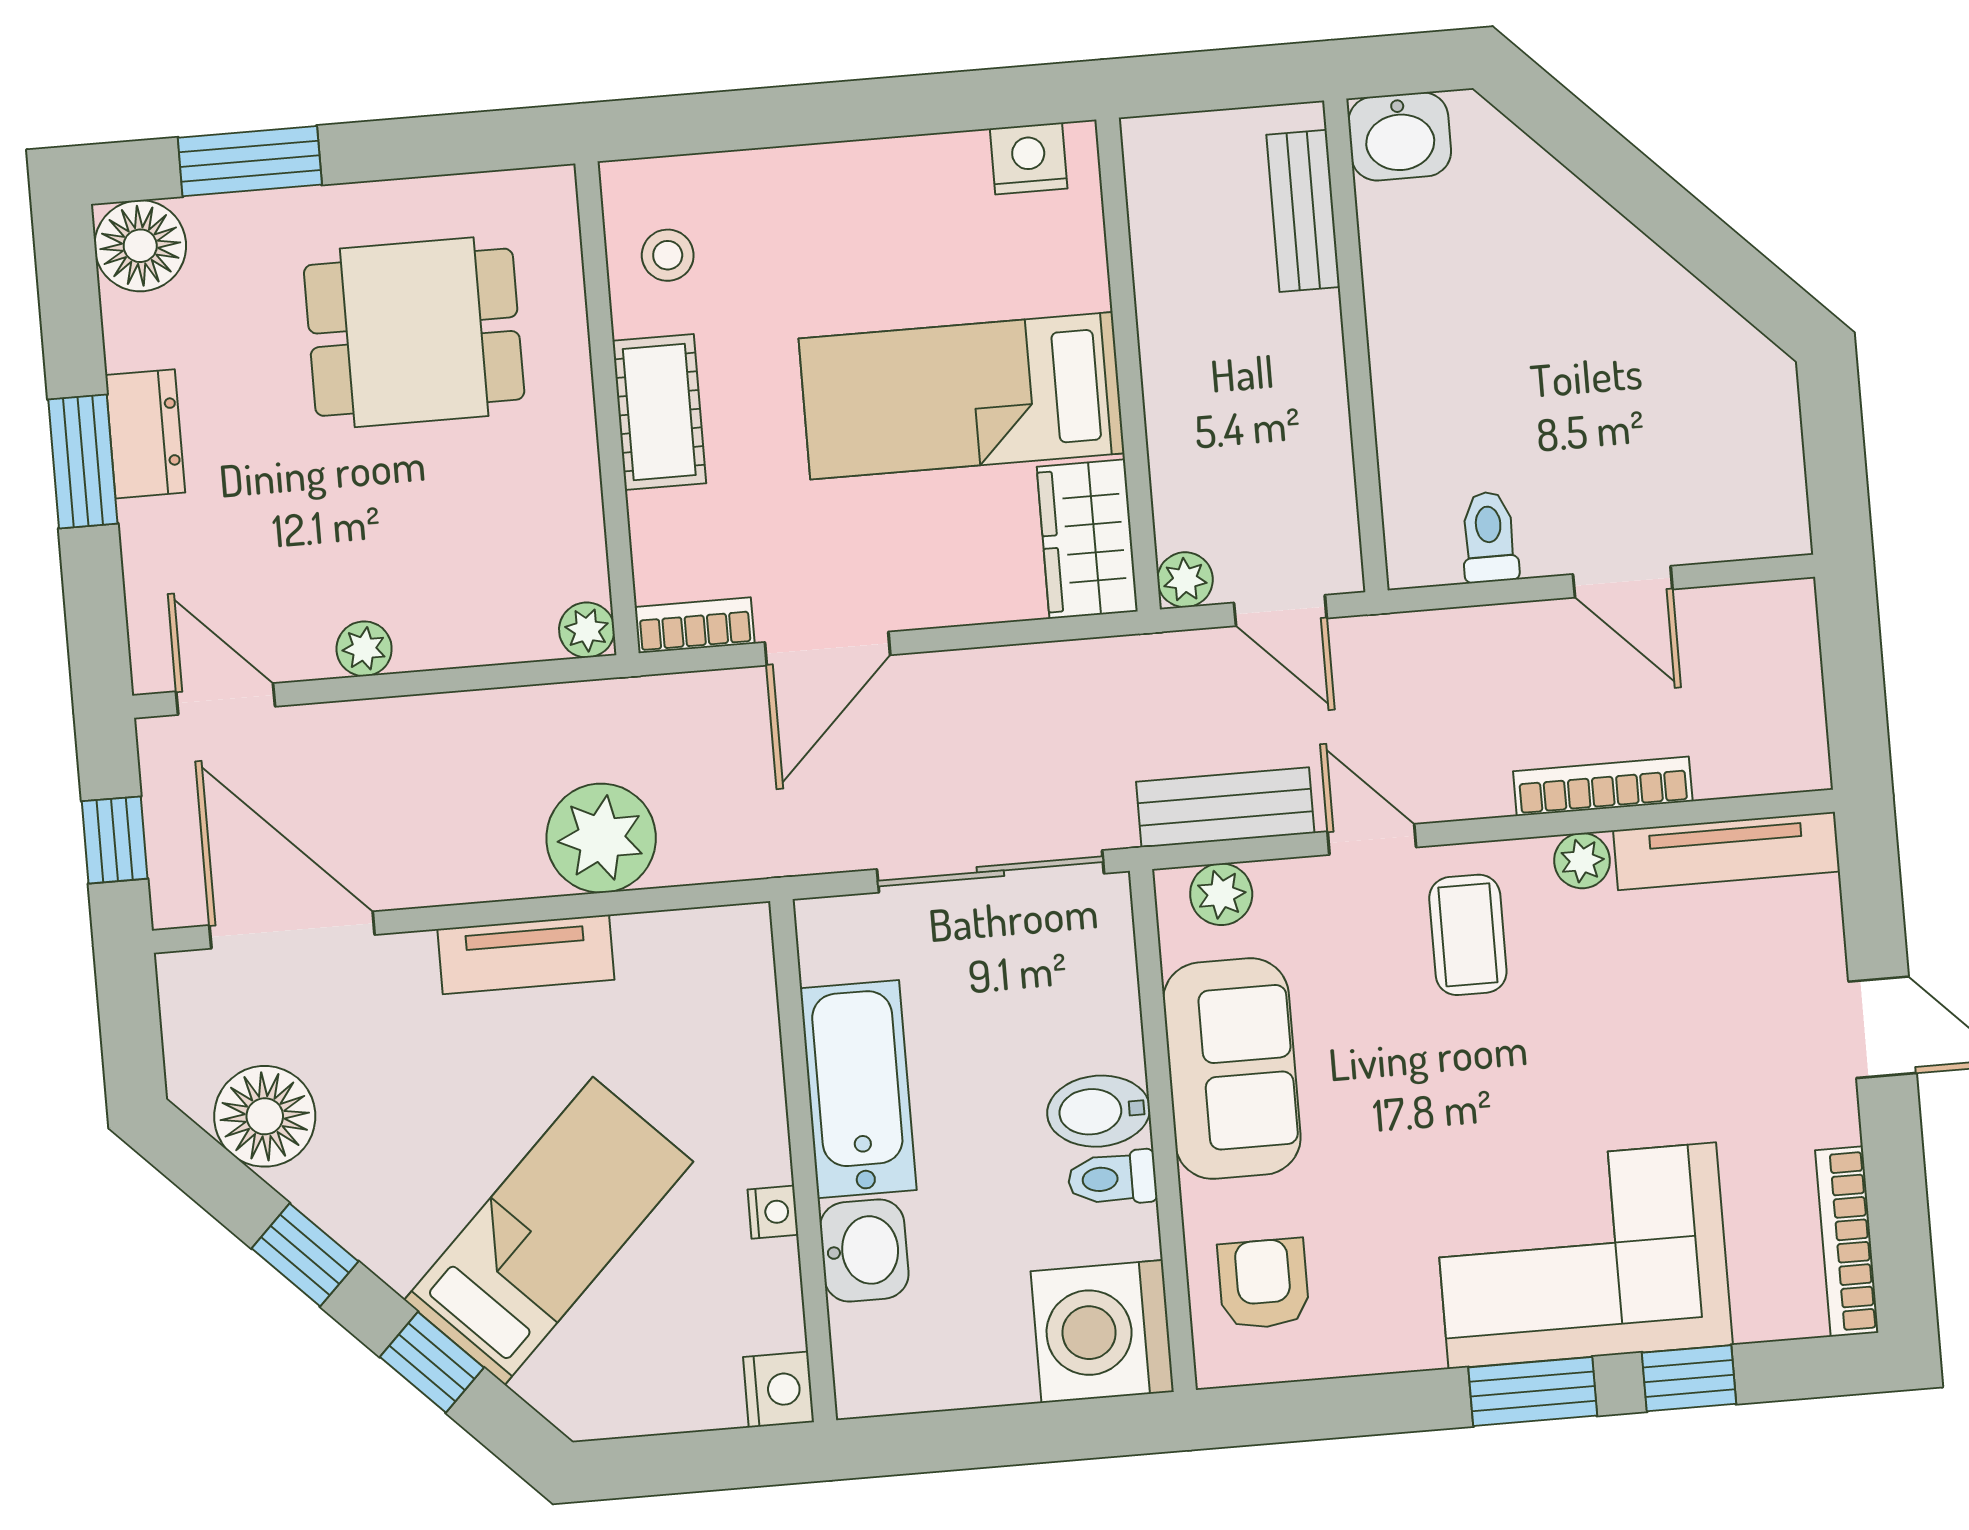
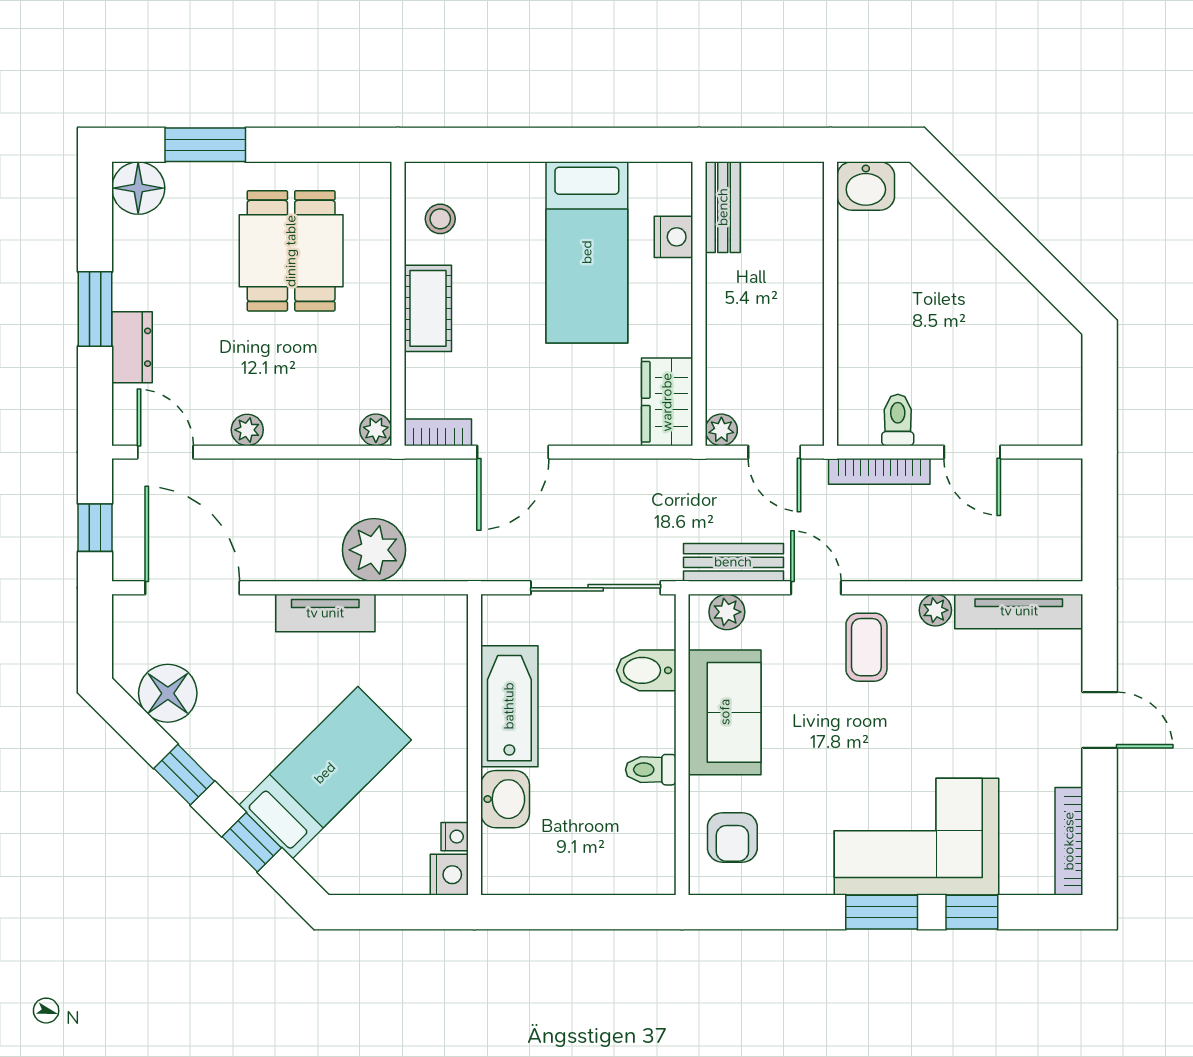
nightstand: (1029, 159) -> (674, 237), moved, turned 90
bench: (1303, 211) -> (723, 207), moved
dining table: (414, 332) -> (291, 251), turned 90
bed: (962, 396) -> (587, 252), moved, turned -90
dresser: (145, 434) -> (132, 347), moved
bookcase: (1603, 786) -> (879, 471), moved, turned 180
bidet: (1099, 1111) -> (646, 670), moved
nightstand: (773, 1212) -> (455, 837), moved
armchair: (1263, 1284) -> (732, 837), turned 180
washing machine: (1102, 1332) -> (638, 857), removed

